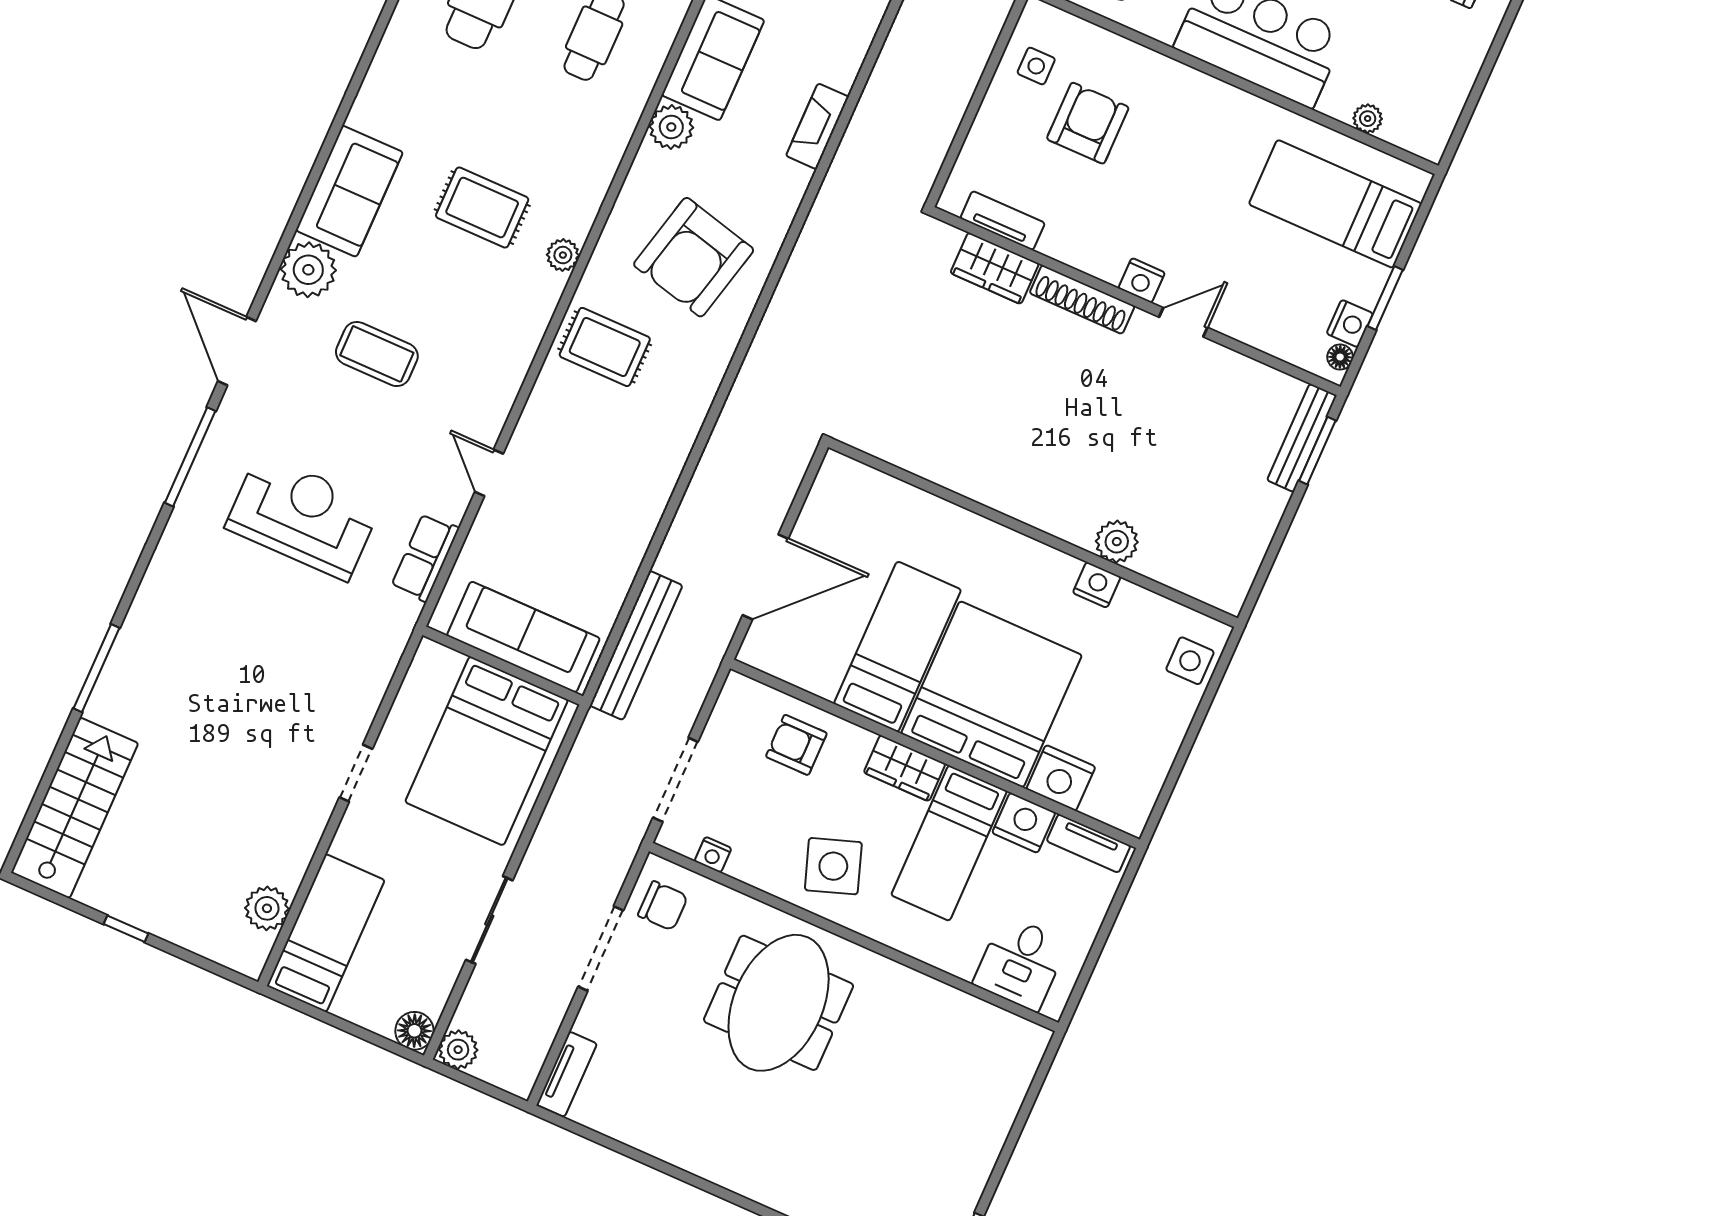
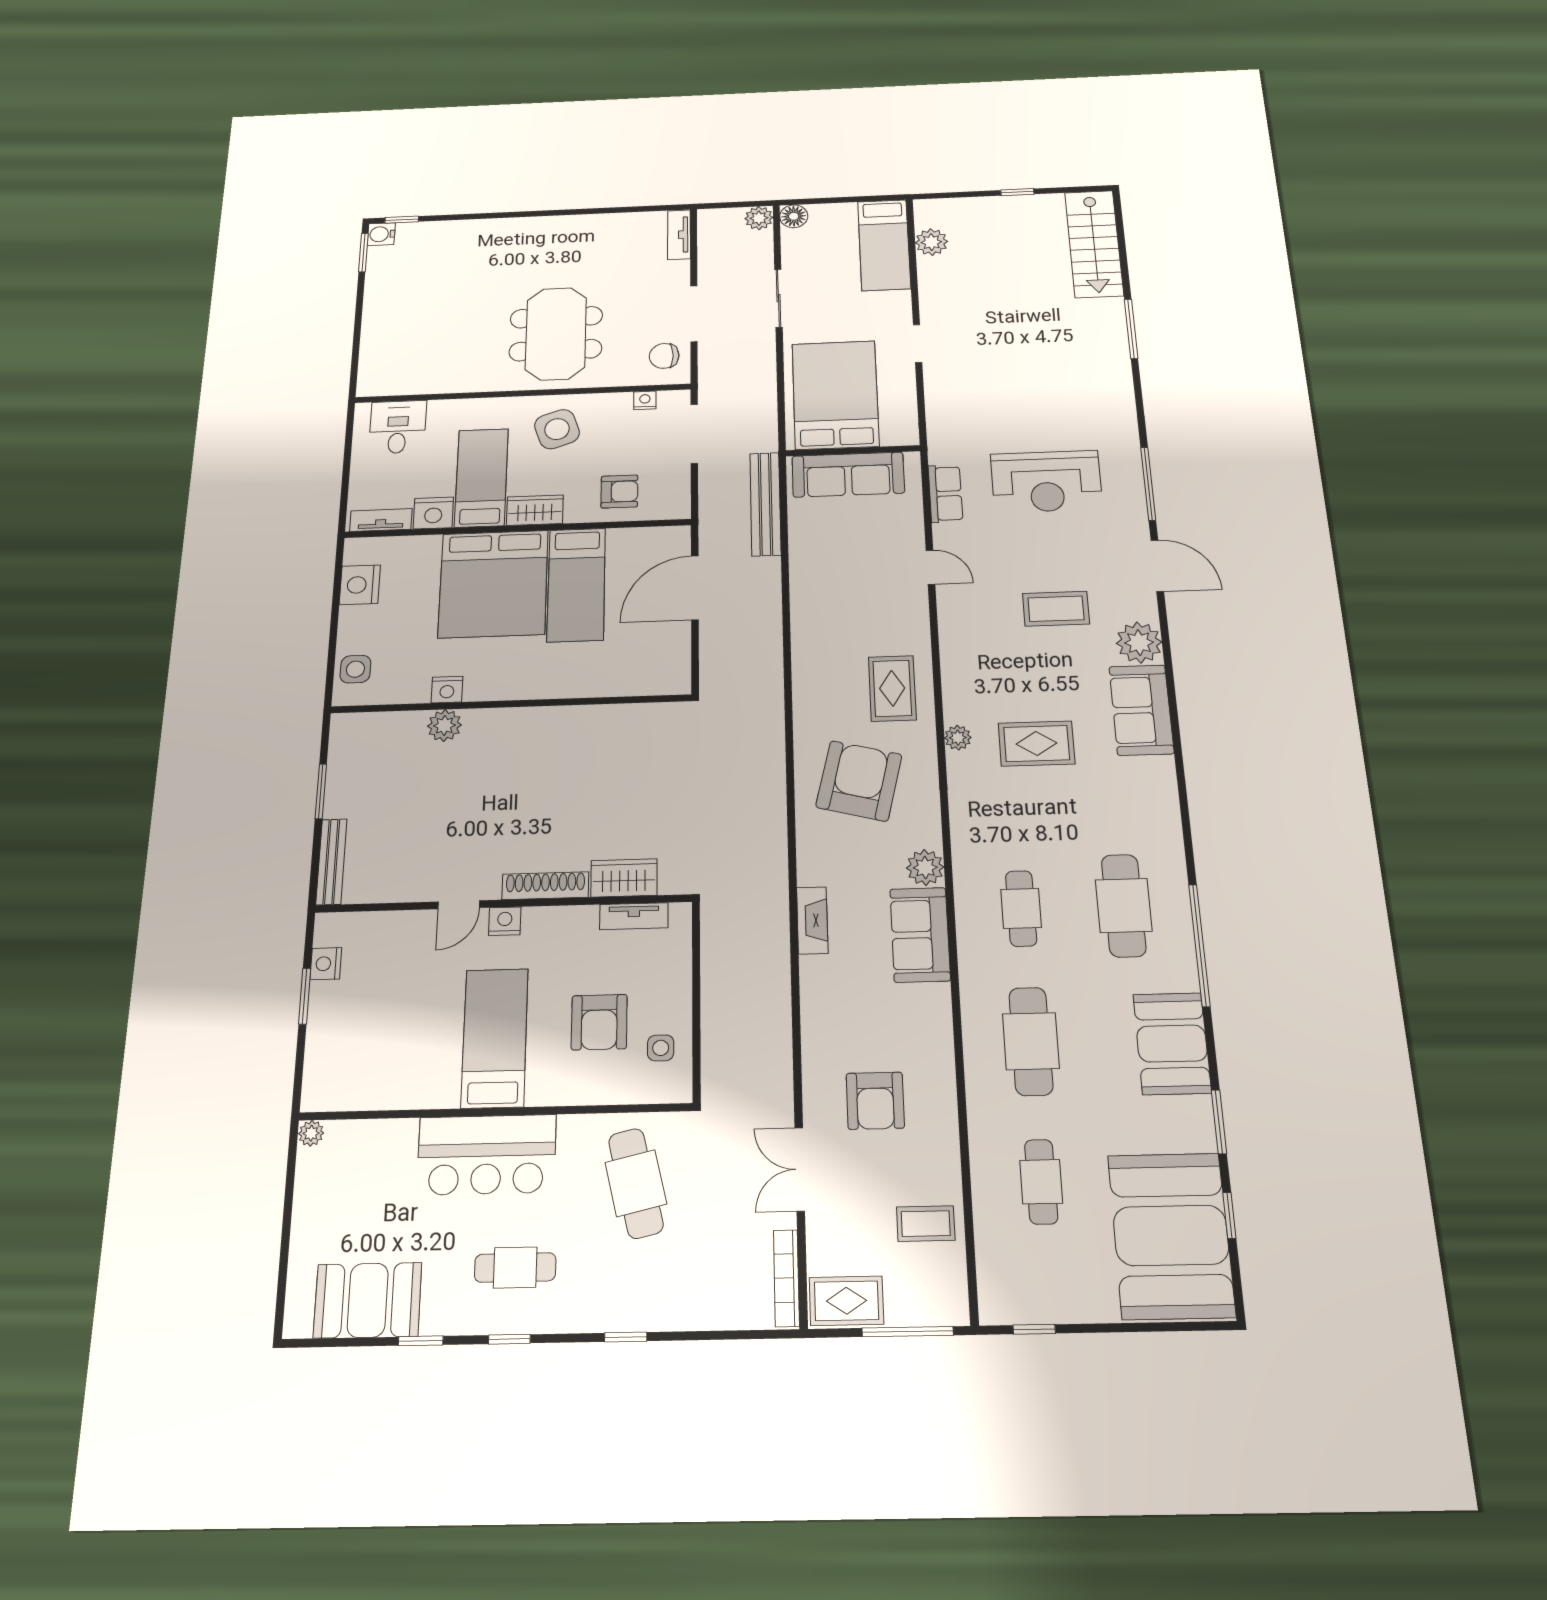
plant: (1368, 119) -> (311, 1133), moved
bed: (1335, 204) -> (495, 1038), moved, turned -90
rug: (605, 347) -> (892, 688), turned 90
floor lamp: (1340, 357) -> (324, 935), removed
window: (1317, 451) -> (321, 791), moved
nightstand: (1061, 778) -> (360, 585), moved, turned -90

